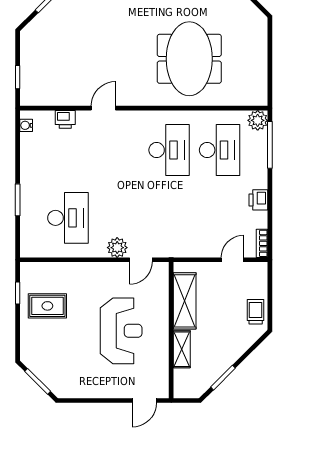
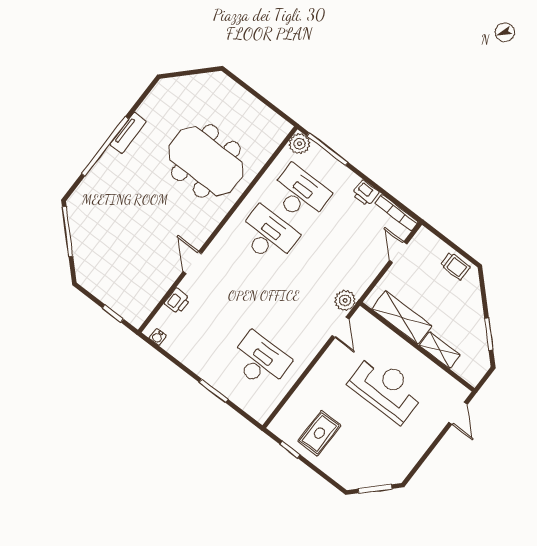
bookcase: (262, 243) -> (397, 213), width x1.56
plant: (117, 248) -> (345, 300), moved
trolley: (256, 312) -> (455, 266), turned 180

